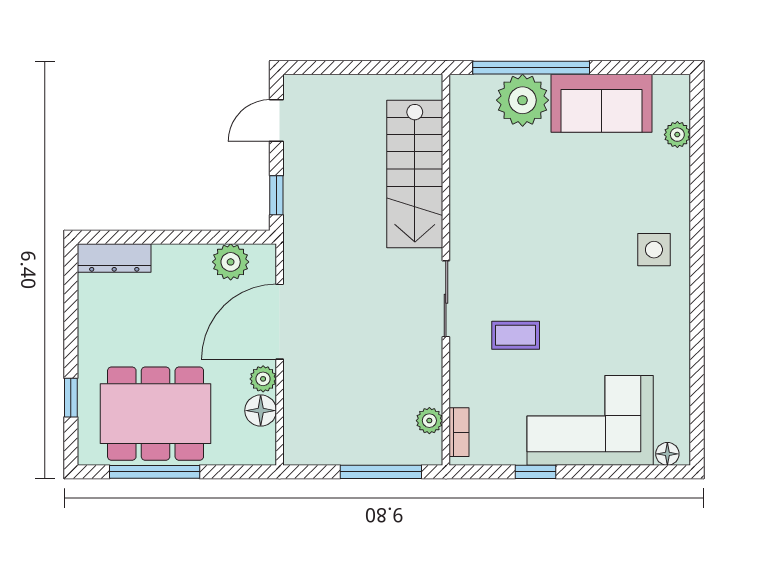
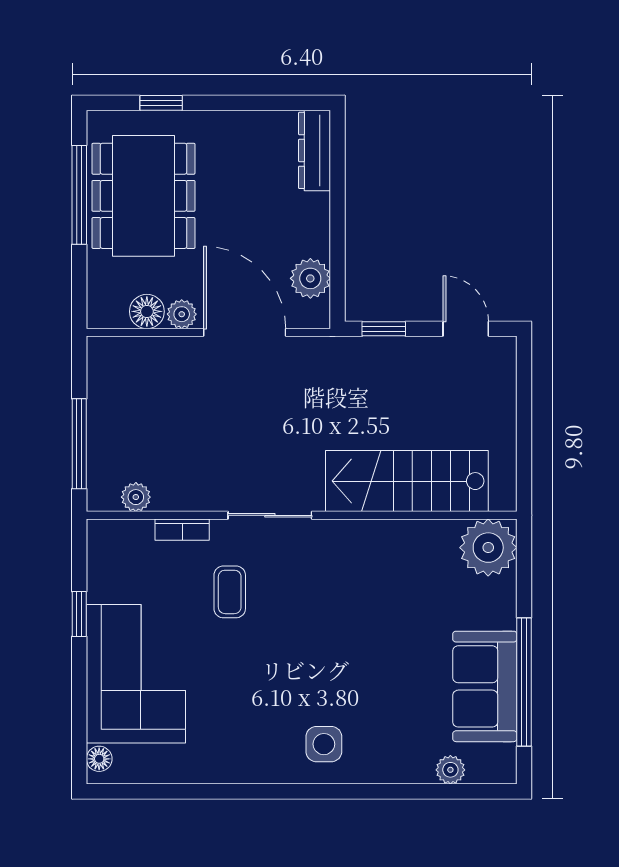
window: (531, 68) -> (524, 682), moved
plant: (523, 100) -> (488, 548), moved
bookcase: (459, 432) -> (182, 530), moved

